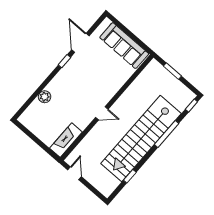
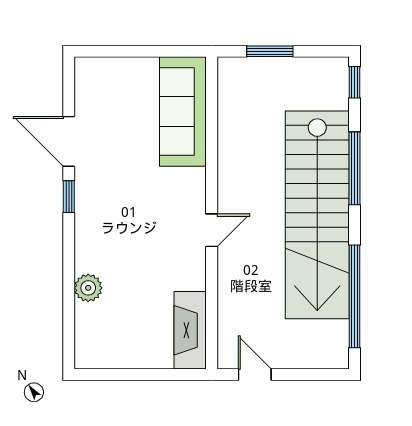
sofa: (124, 46) -> (183, 112), moved, turned 90
window: (130, 176) -> (354, 296), width x3.17

